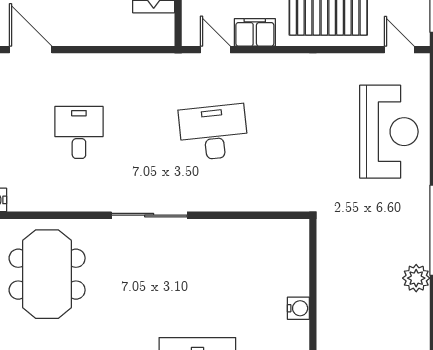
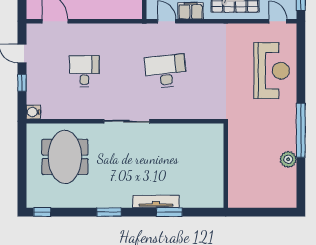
water cooler: (298, 308) -> (217, 178), removed

